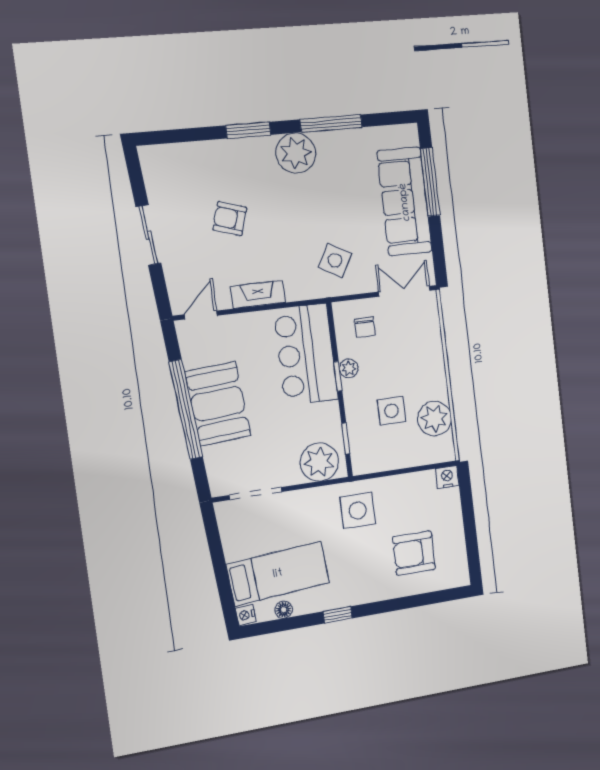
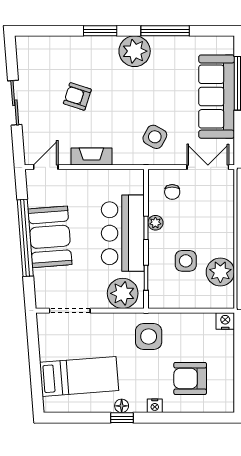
bar counter: (306, 354) -> (123, 233), moved
floor lamp: (284, 610) -> (122, 406), moved
nightstand: (246, 615) -> (155, 406), moved, turned -86

